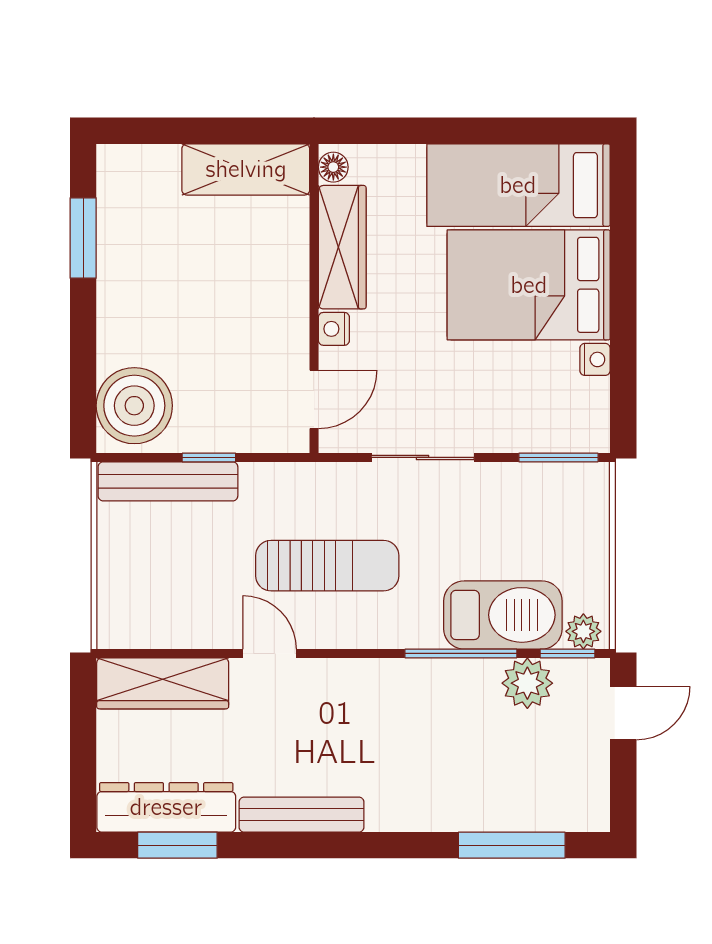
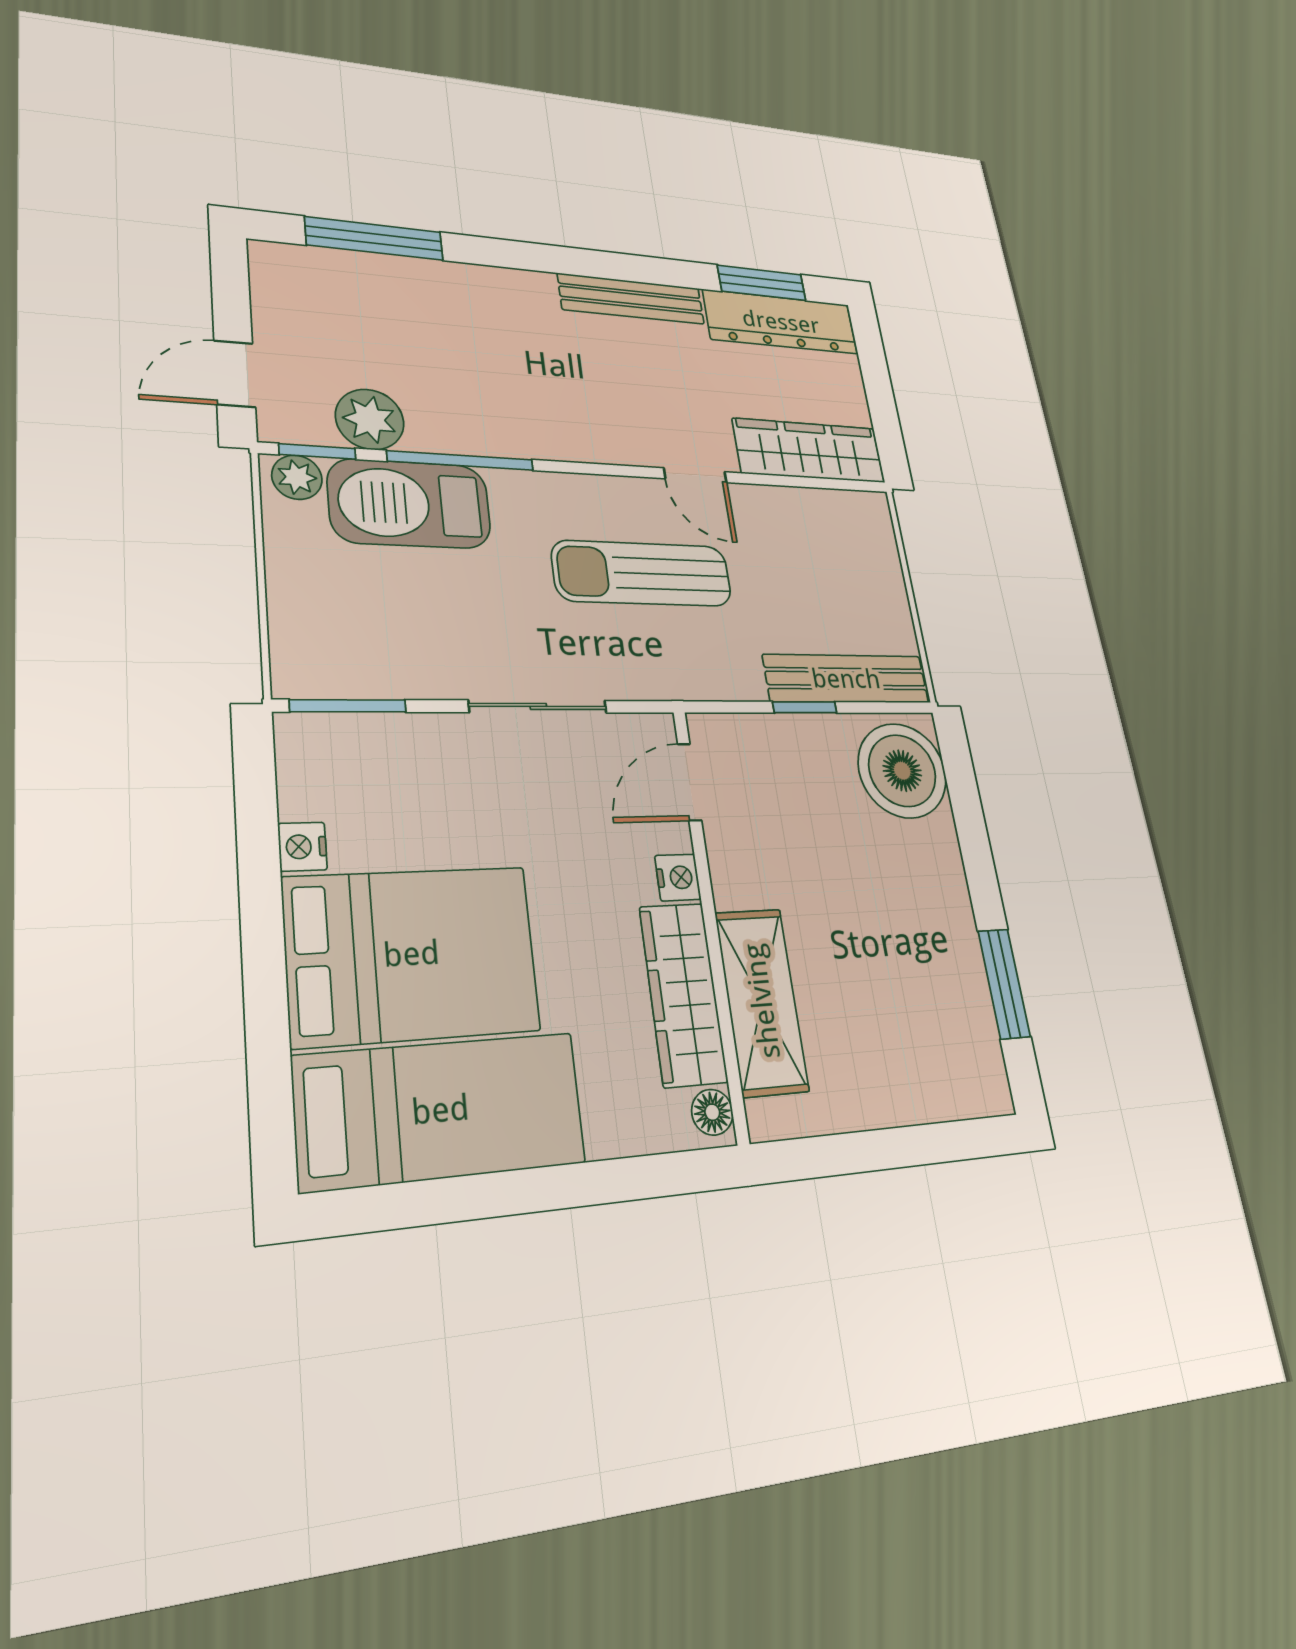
shelving: (246, 169) -> (762, 1001), moved, turned 90

